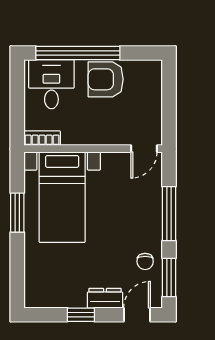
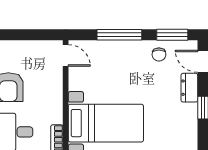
chair: (145, 261) -> (159, 55), turned 90

